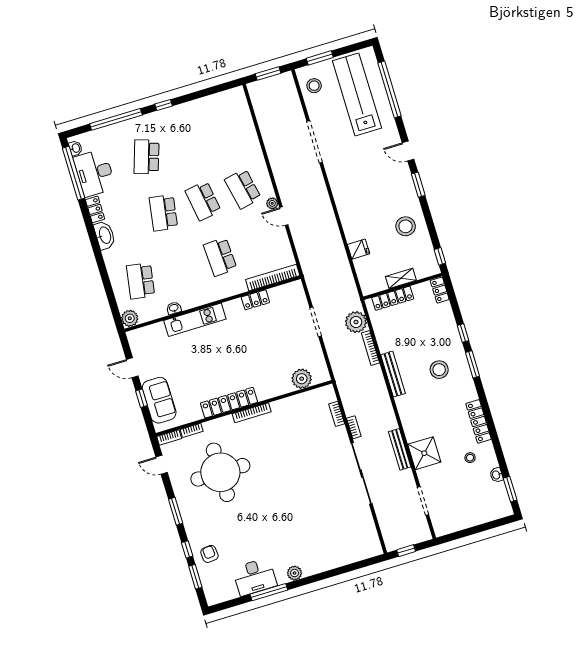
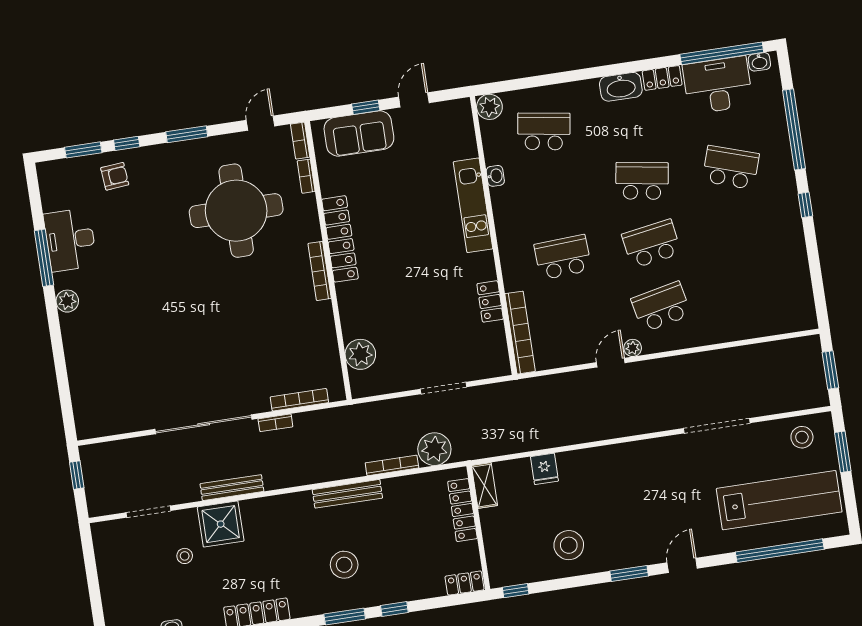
shelving: (401, 278) -> (484, 486), moved
bookcase: (337, 414) -> (299, 400), width x1.56
stool: (470, 458) -> (185, 556), moved

